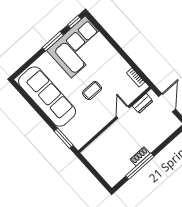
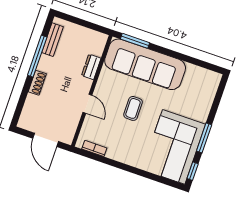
sofa: (47, 97) -> (145, 64), moved
dresser: (143, 103) -> (91, 67), moved
shoe rack: (140, 156) -> (37, 83), moved
bench: (122, 172) -> (53, 40), added

